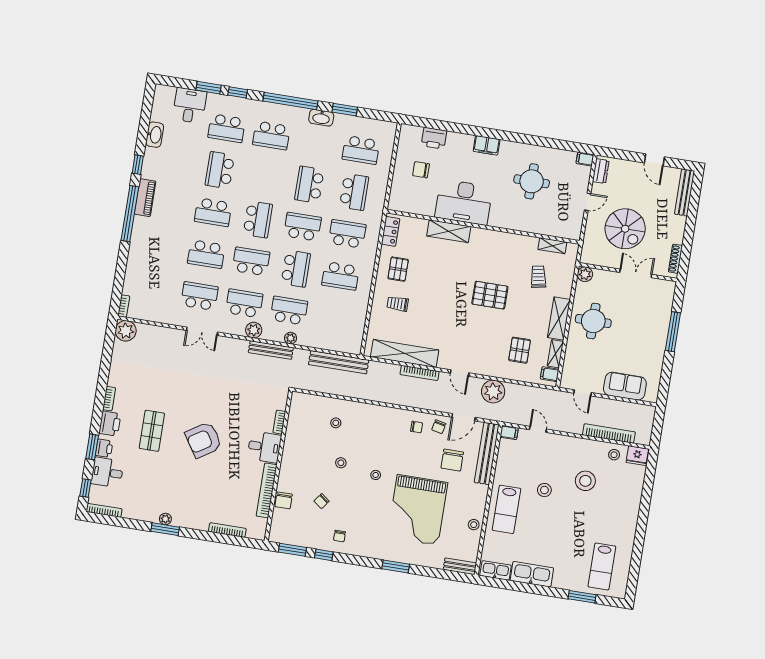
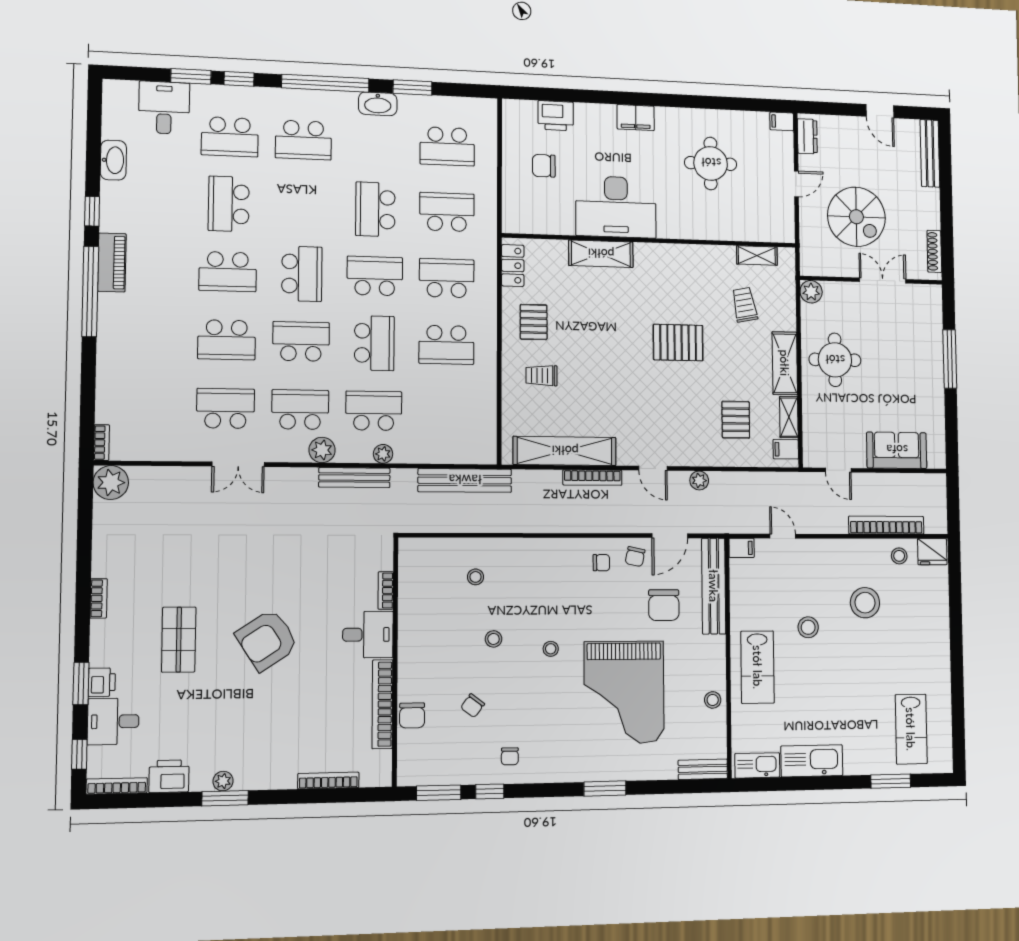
school desk: (354, 192) -> (447, 212), turned -90
plant: (493, 392) -> (699, 480), width x0.53, depth x0.53
printer: (110, 424) -> (169, 776), moved, turned -90

